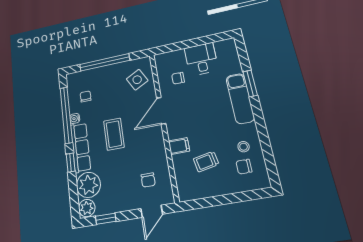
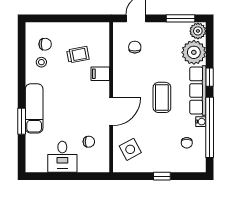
window: (105, 62) -> (162, 176), width x0.32
window: (106, 219) -> (180, 18), width x1.50

